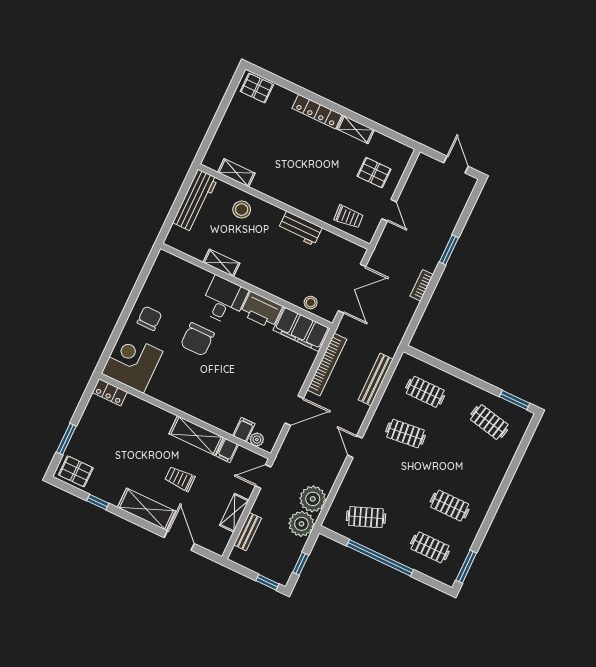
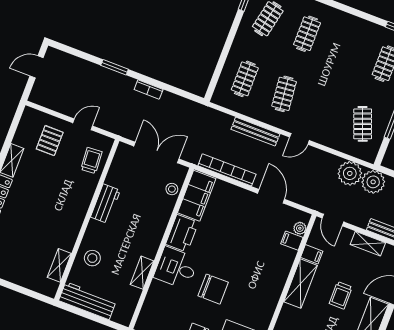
bench: (376, 380) -> (255, 132), moved
clothes rail: (450, 506) -> (307, 34), moved

